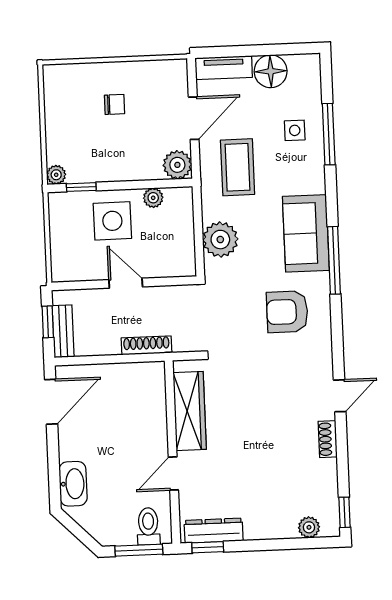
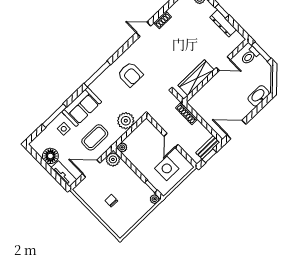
plant: (153, 198) -> (122, 147), moved
side table: (112, 221) -> (167, 168), moved
sofa: (306, 233) -> (82, 107), moved
dresser: (214, 531) -> (223, 23), moved
window: (208, 547) -> (222, 11), moved

